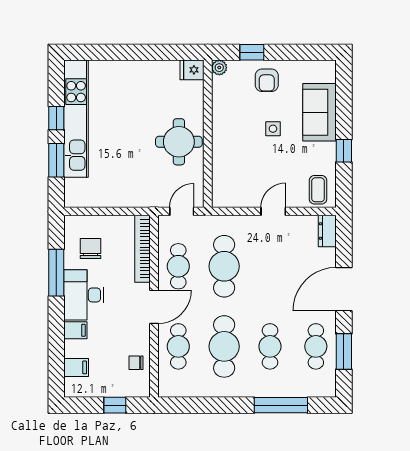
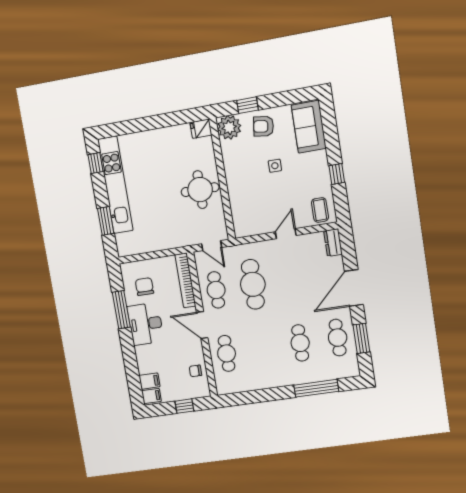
plant: (219, 68) -> (229, 127), width x1.88, depth x1.88
armchair: (267, 80) -> (263, 126), turned 98
sofa: (320, 112) -> (309, 127), moved
window: (56, 118) -> (95, 163), moved
door: (182, 211) -> (212, 246), swing flipped
door: (154, 307) -> (202, 325), swing flipped
filing cabinet: (75, 330) -> (151, 396), moved
cafe table: (224, 346) -> (263, 348), removed

